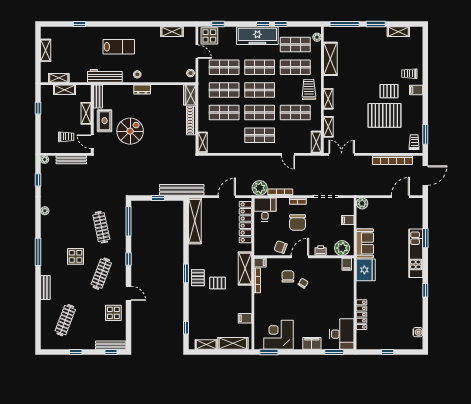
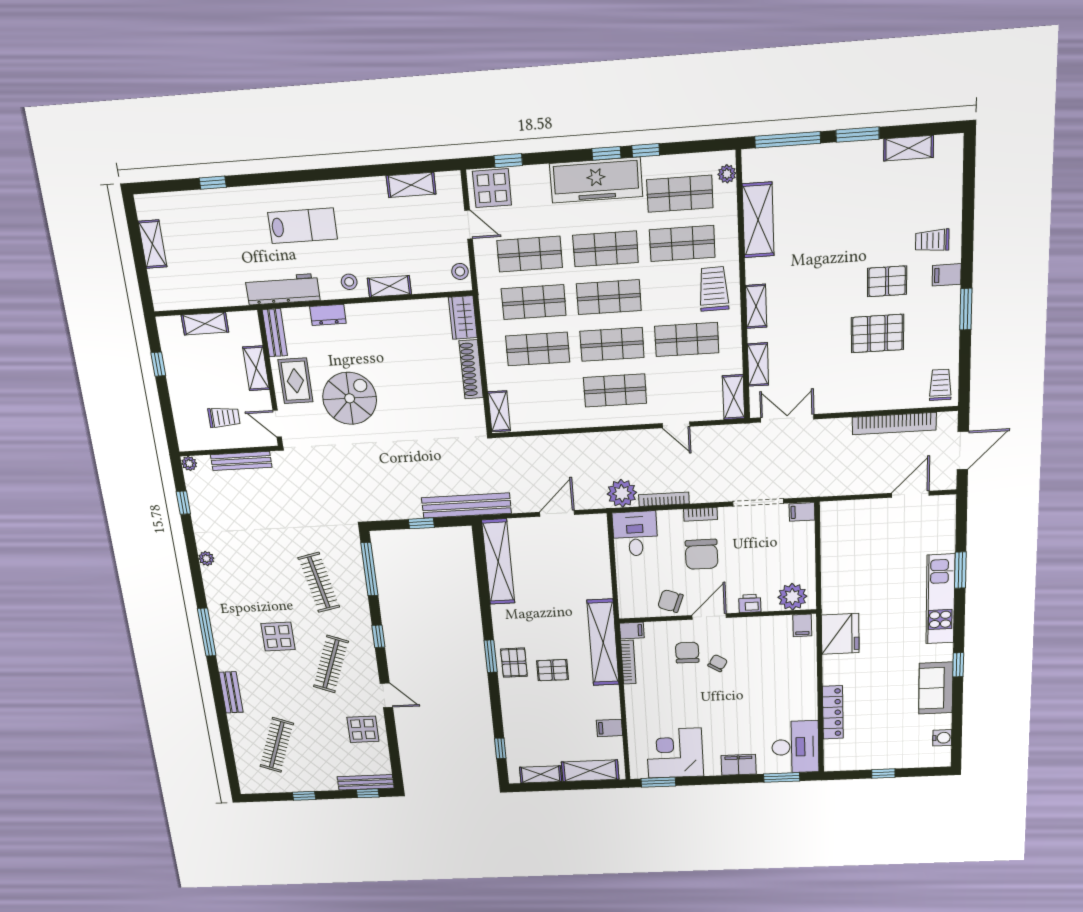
shelving: (59, 78) -> (389, 286), moved
dresser: (142, 89) -> (328, 315), moved
pallet: (385, 115) -> (877, 333), width x0.73, depth x0.71
window: (425, 134) -> (966, 309), moved
plant: (362, 203) -> (831, 512), removed
filing cabinet: (348, 220) -> (802, 512), moved
locker: (245, 222) -> (598, 559), removed
sofa: (365, 243) -> (936, 688), moved, turned 180
shelving: (245, 269) -> (603, 642), width x1.47

